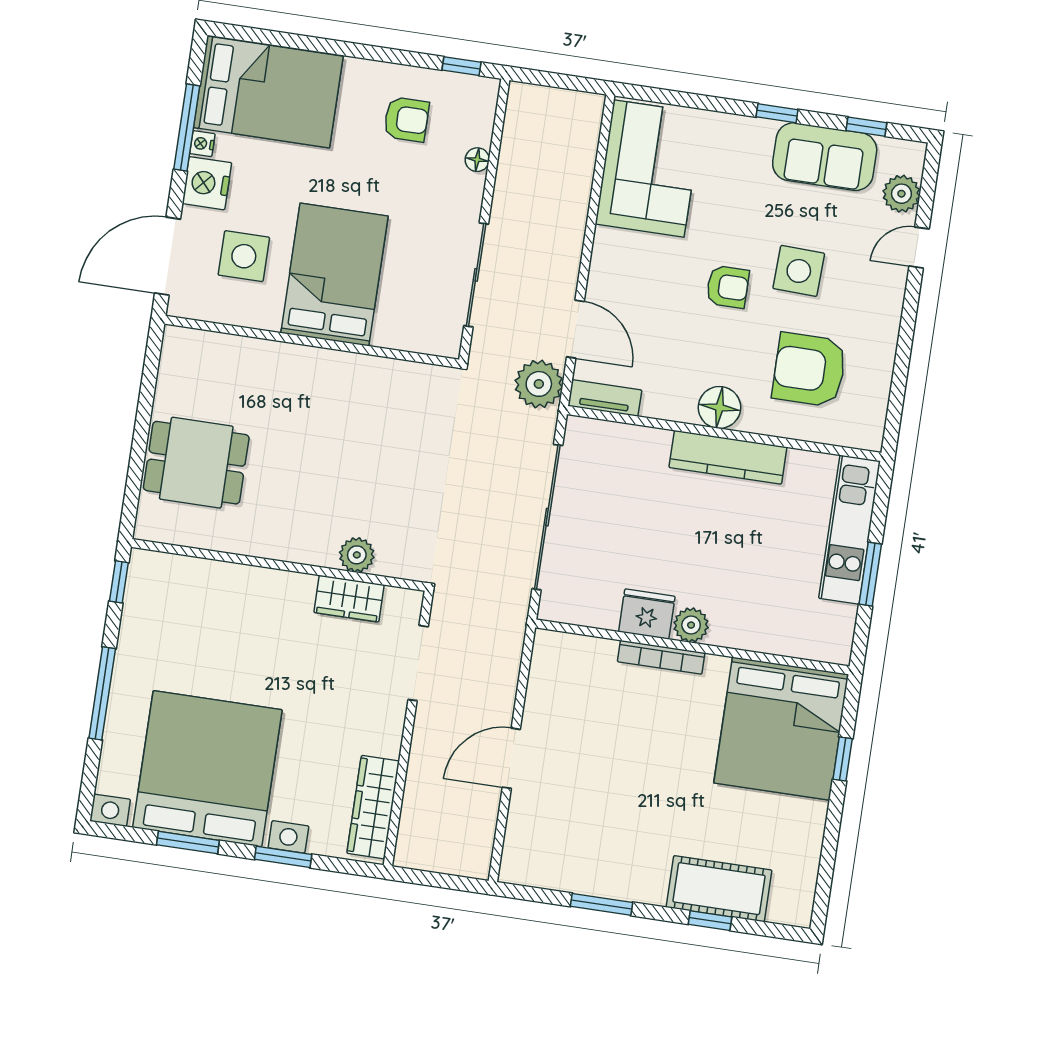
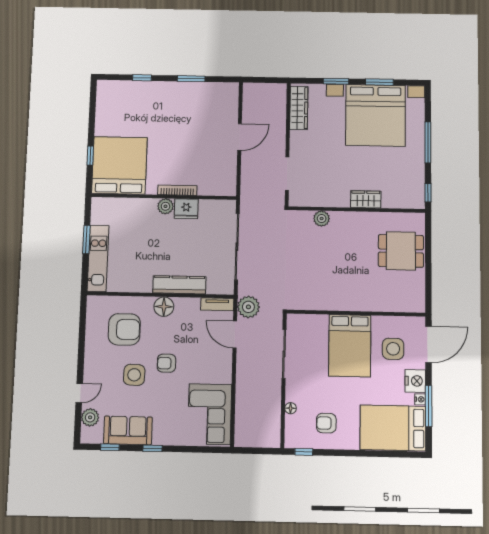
kitchen counter: (728, 457) -> (179, 285), moved
wardrobe: (349, 599) -> (366, 199), moved
cot: (719, 889) -> (140, 92), removed

